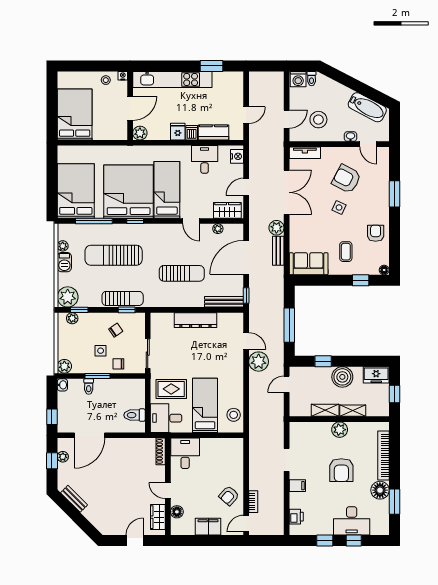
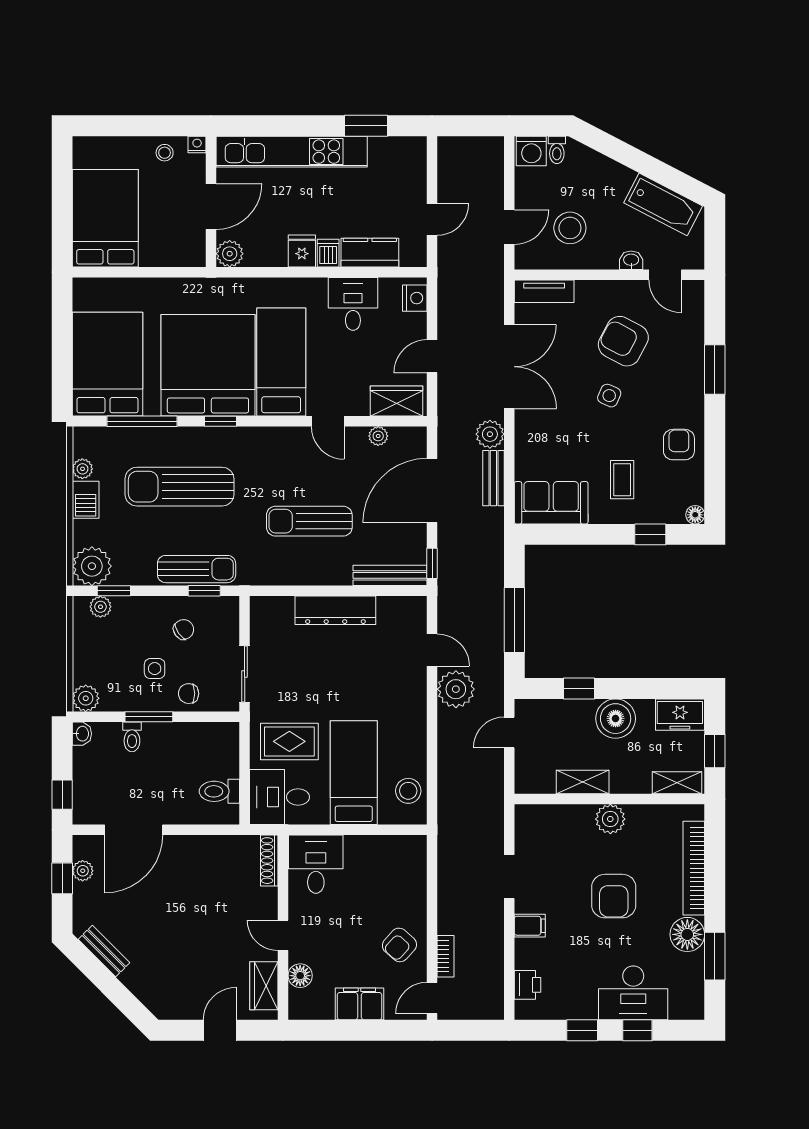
sun lounger: (182, 273) -> (309, 521), turned 180
shelving: (353, 411) -> (677, 783), moved

